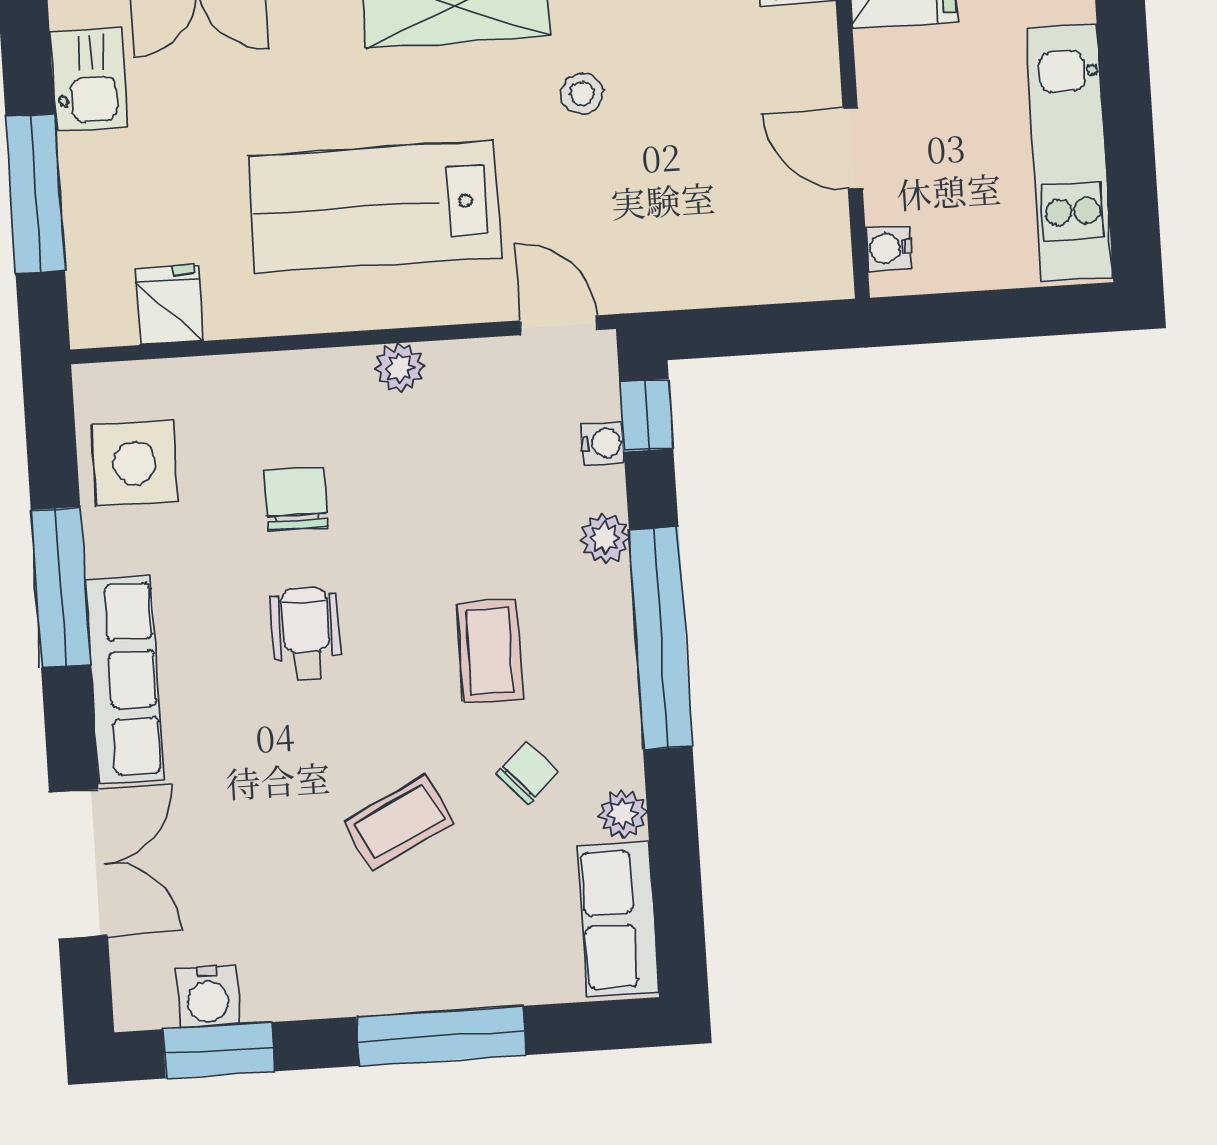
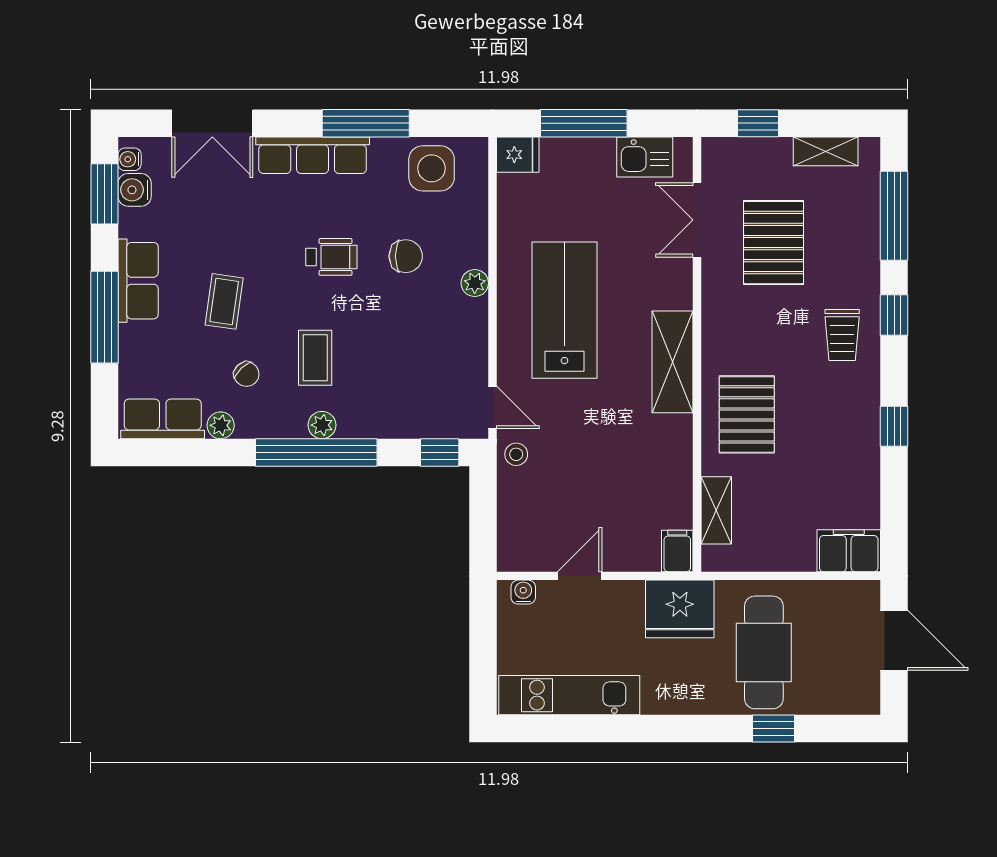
stool: (582, 94) -> (516, 454), moved
fridge: (169, 305) -> (518, 155), moved
door: (559, 325) -> (492, 407), hinge flipped
plant: (399, 368) -> (475, 283), moved
water cooler: (603, 443) -> (130, 159), moved, turned 90
plant: (605, 538) -> (322, 425), moved
coffee table: (490, 651) -> (315, 358), turned 90
coffee table: (399, 822) -> (224, 301), turned 35
row of seats: (371, 980) -> (138, 281), added

